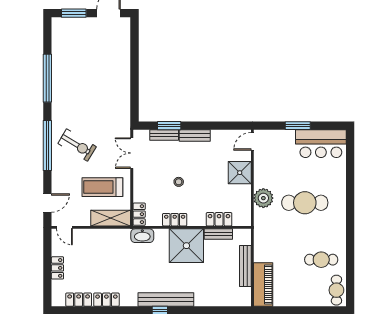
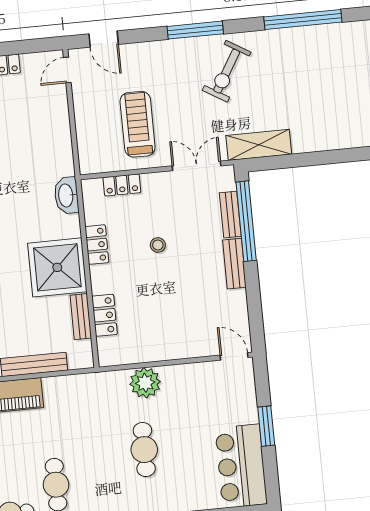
window: (169, 126) -> (246, 221), width x2.11
exercise bike: (77, 145) -> (227, 71), moved
window: (47, 146) -> (195, 30), width x0.68
shower: (240, 173) -> (182, 341), removed
cafe table: (305, 203) -> (144, 450), width x0.73, depth x0.74
locker: (139, 214) -> (122, 185), moved
shelving: (111, 218) -> (259, 145), moved, turned 90

